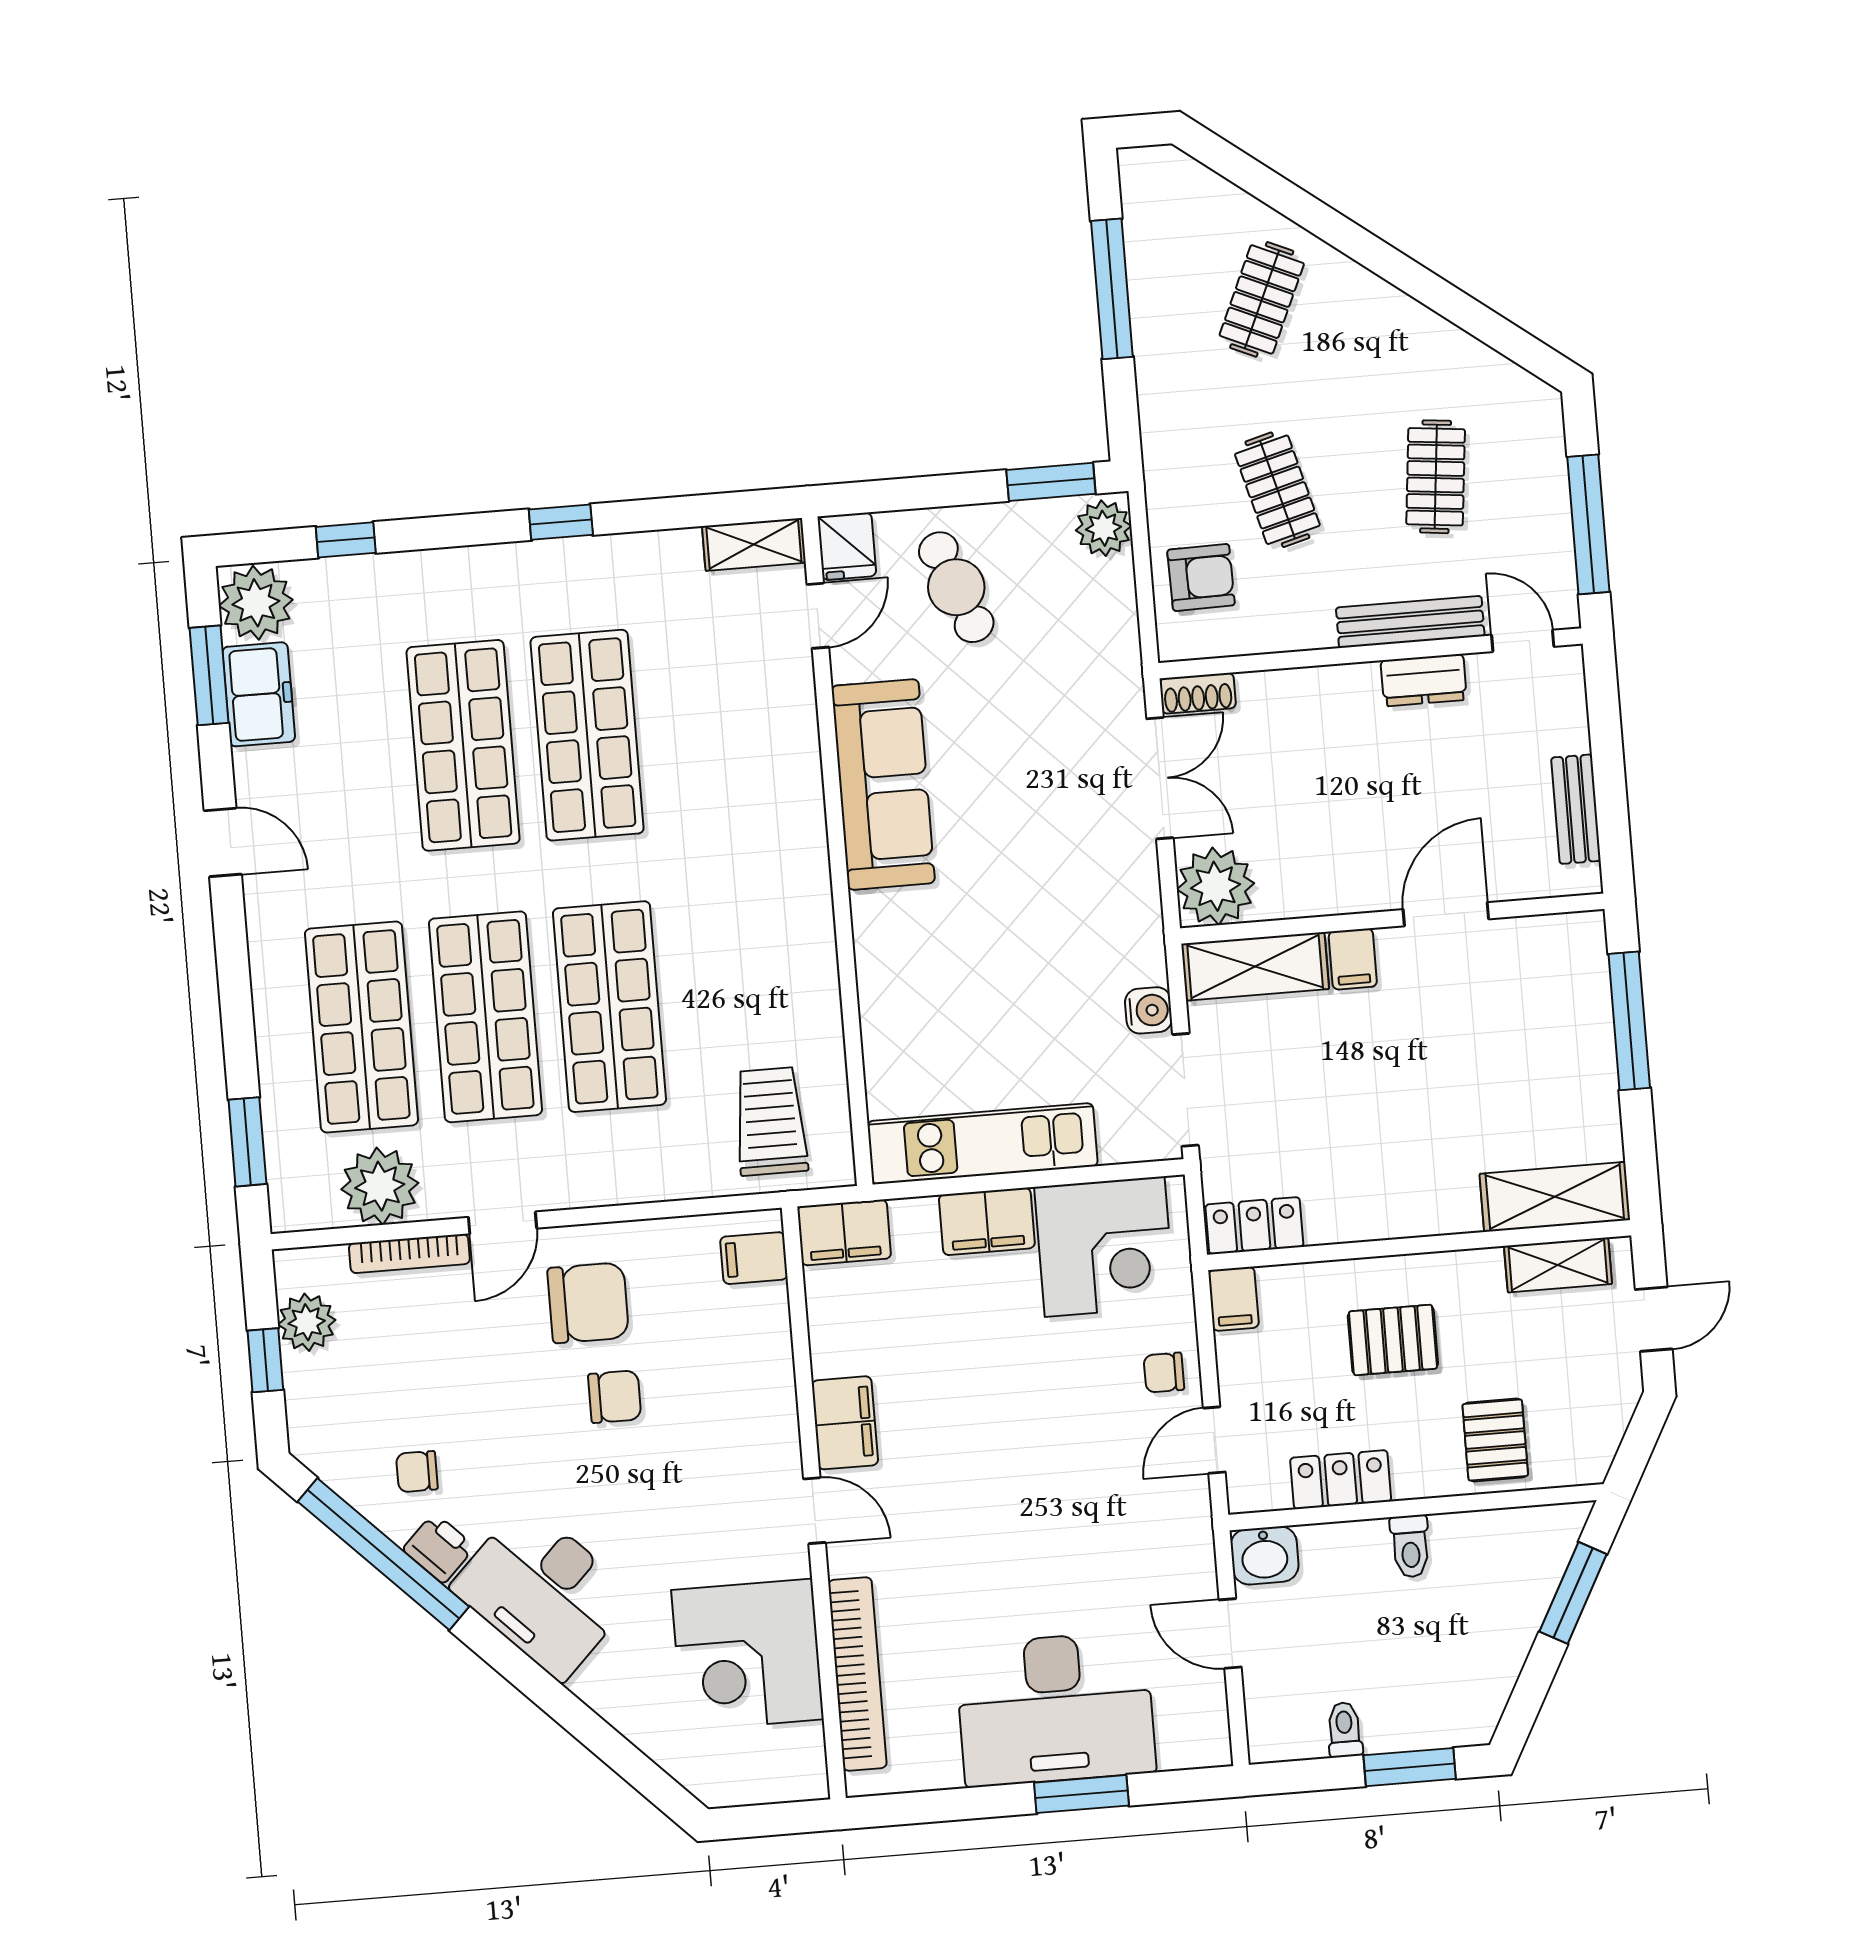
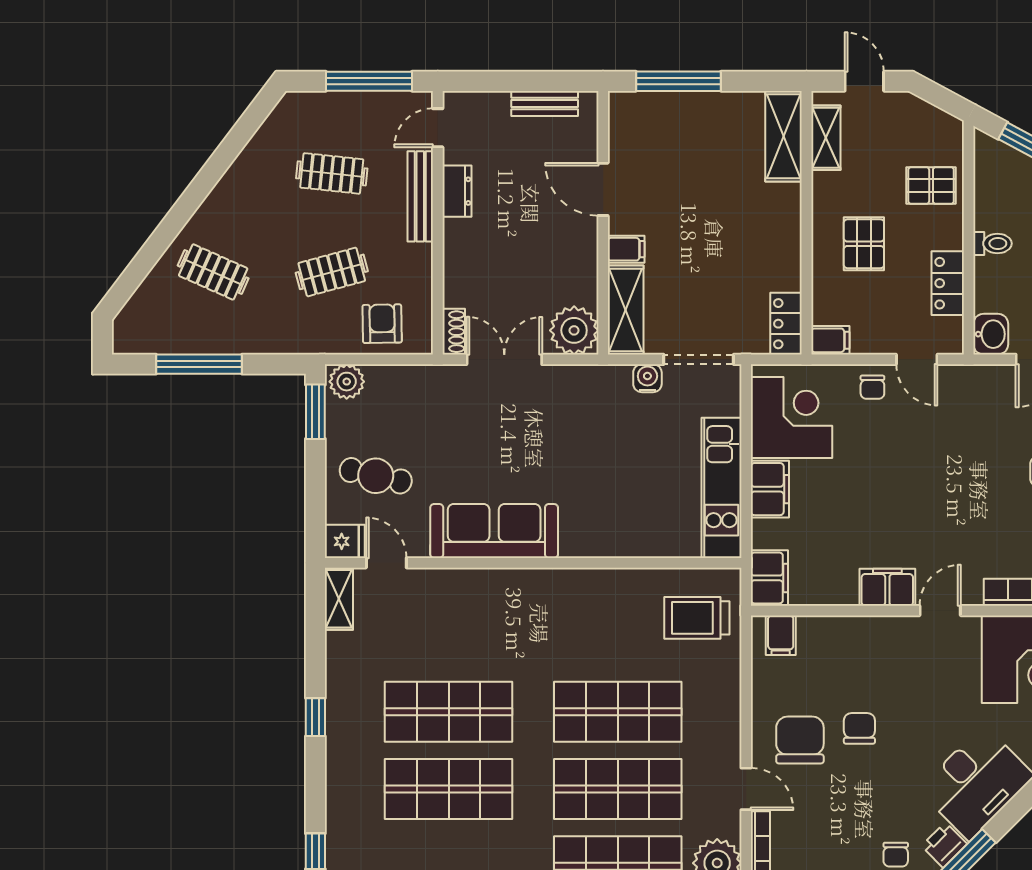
cafe table: (956, 587) -> (376, 476), turned 34

